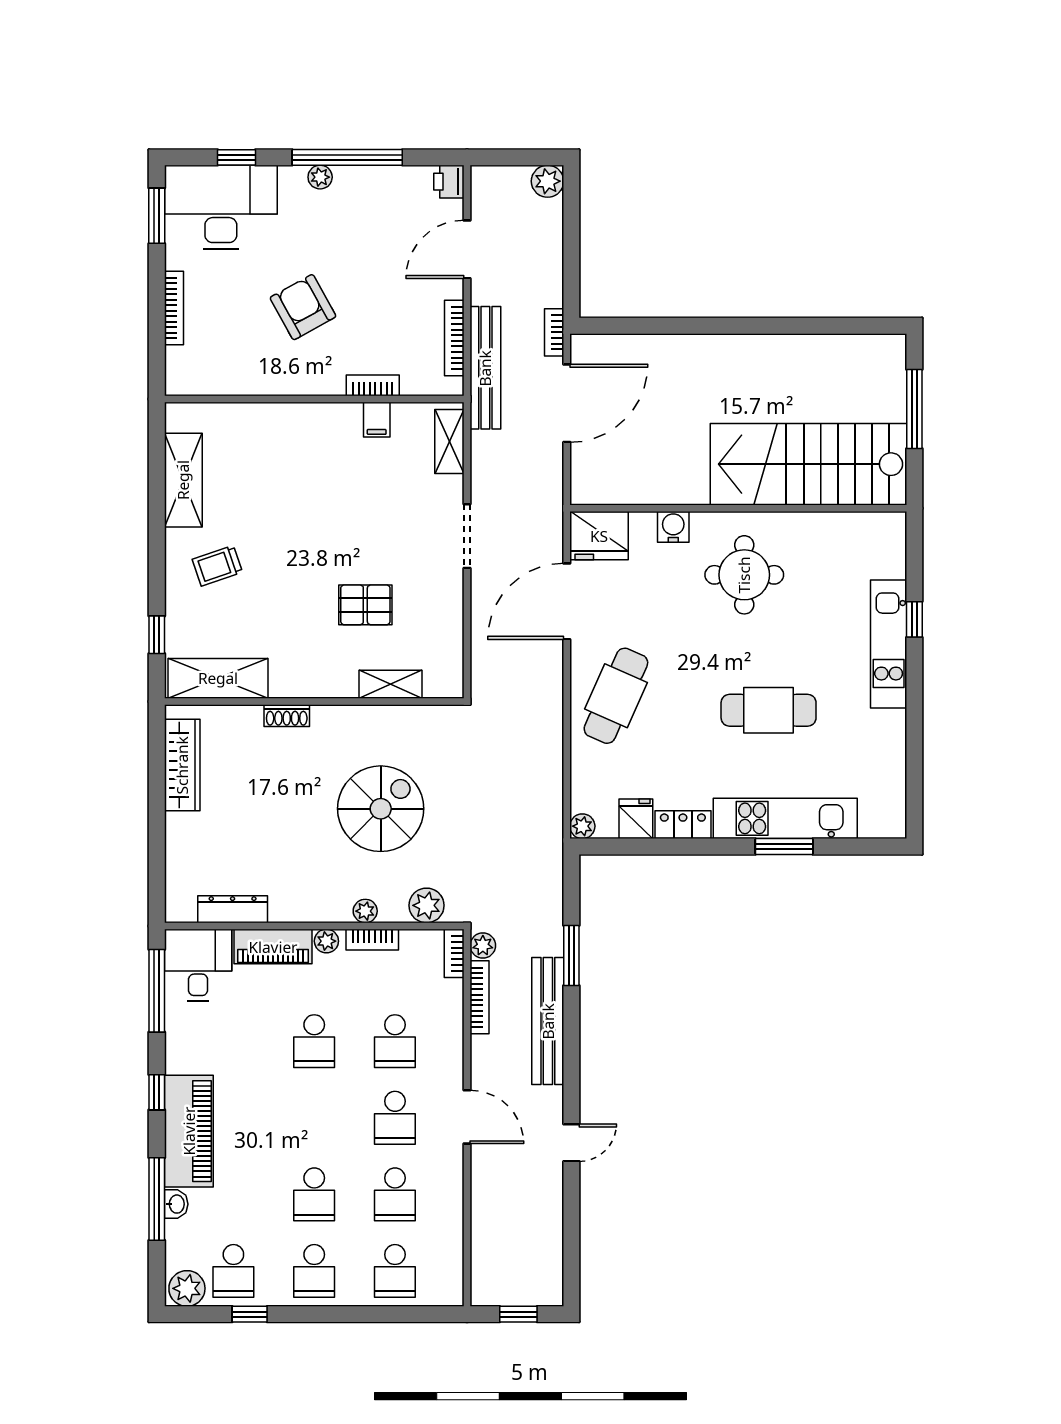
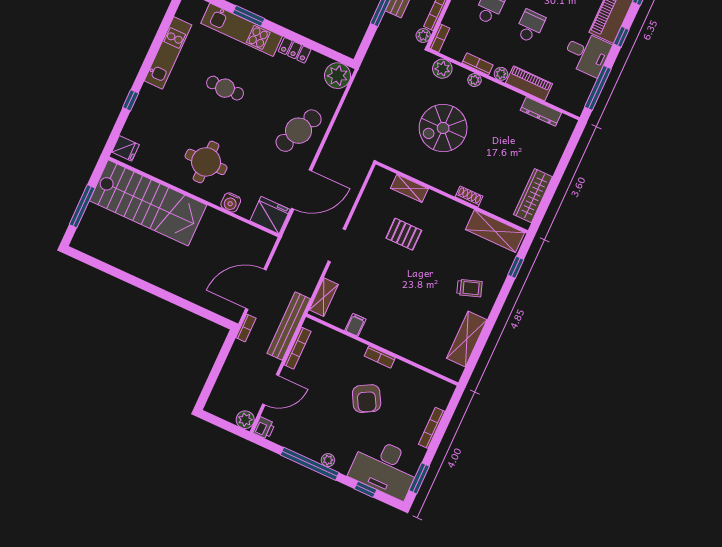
plant: (548, 181) -> (245, 420), moved
bookcase: (373, 385) -> (380, 357), moved
kitchen unit: (889, 644) -> (168, 53), moved
cafe table: (769, 710) -> (225, 88), width x0.73, depth x0.74
fridge: (636, 819) -> (125, 148), moved, turned -90
plant: (582, 826) -> (338, 76), width x1.88, depth x1.88
desk: (198, 965) -> (587, 53), moved, turned -90

